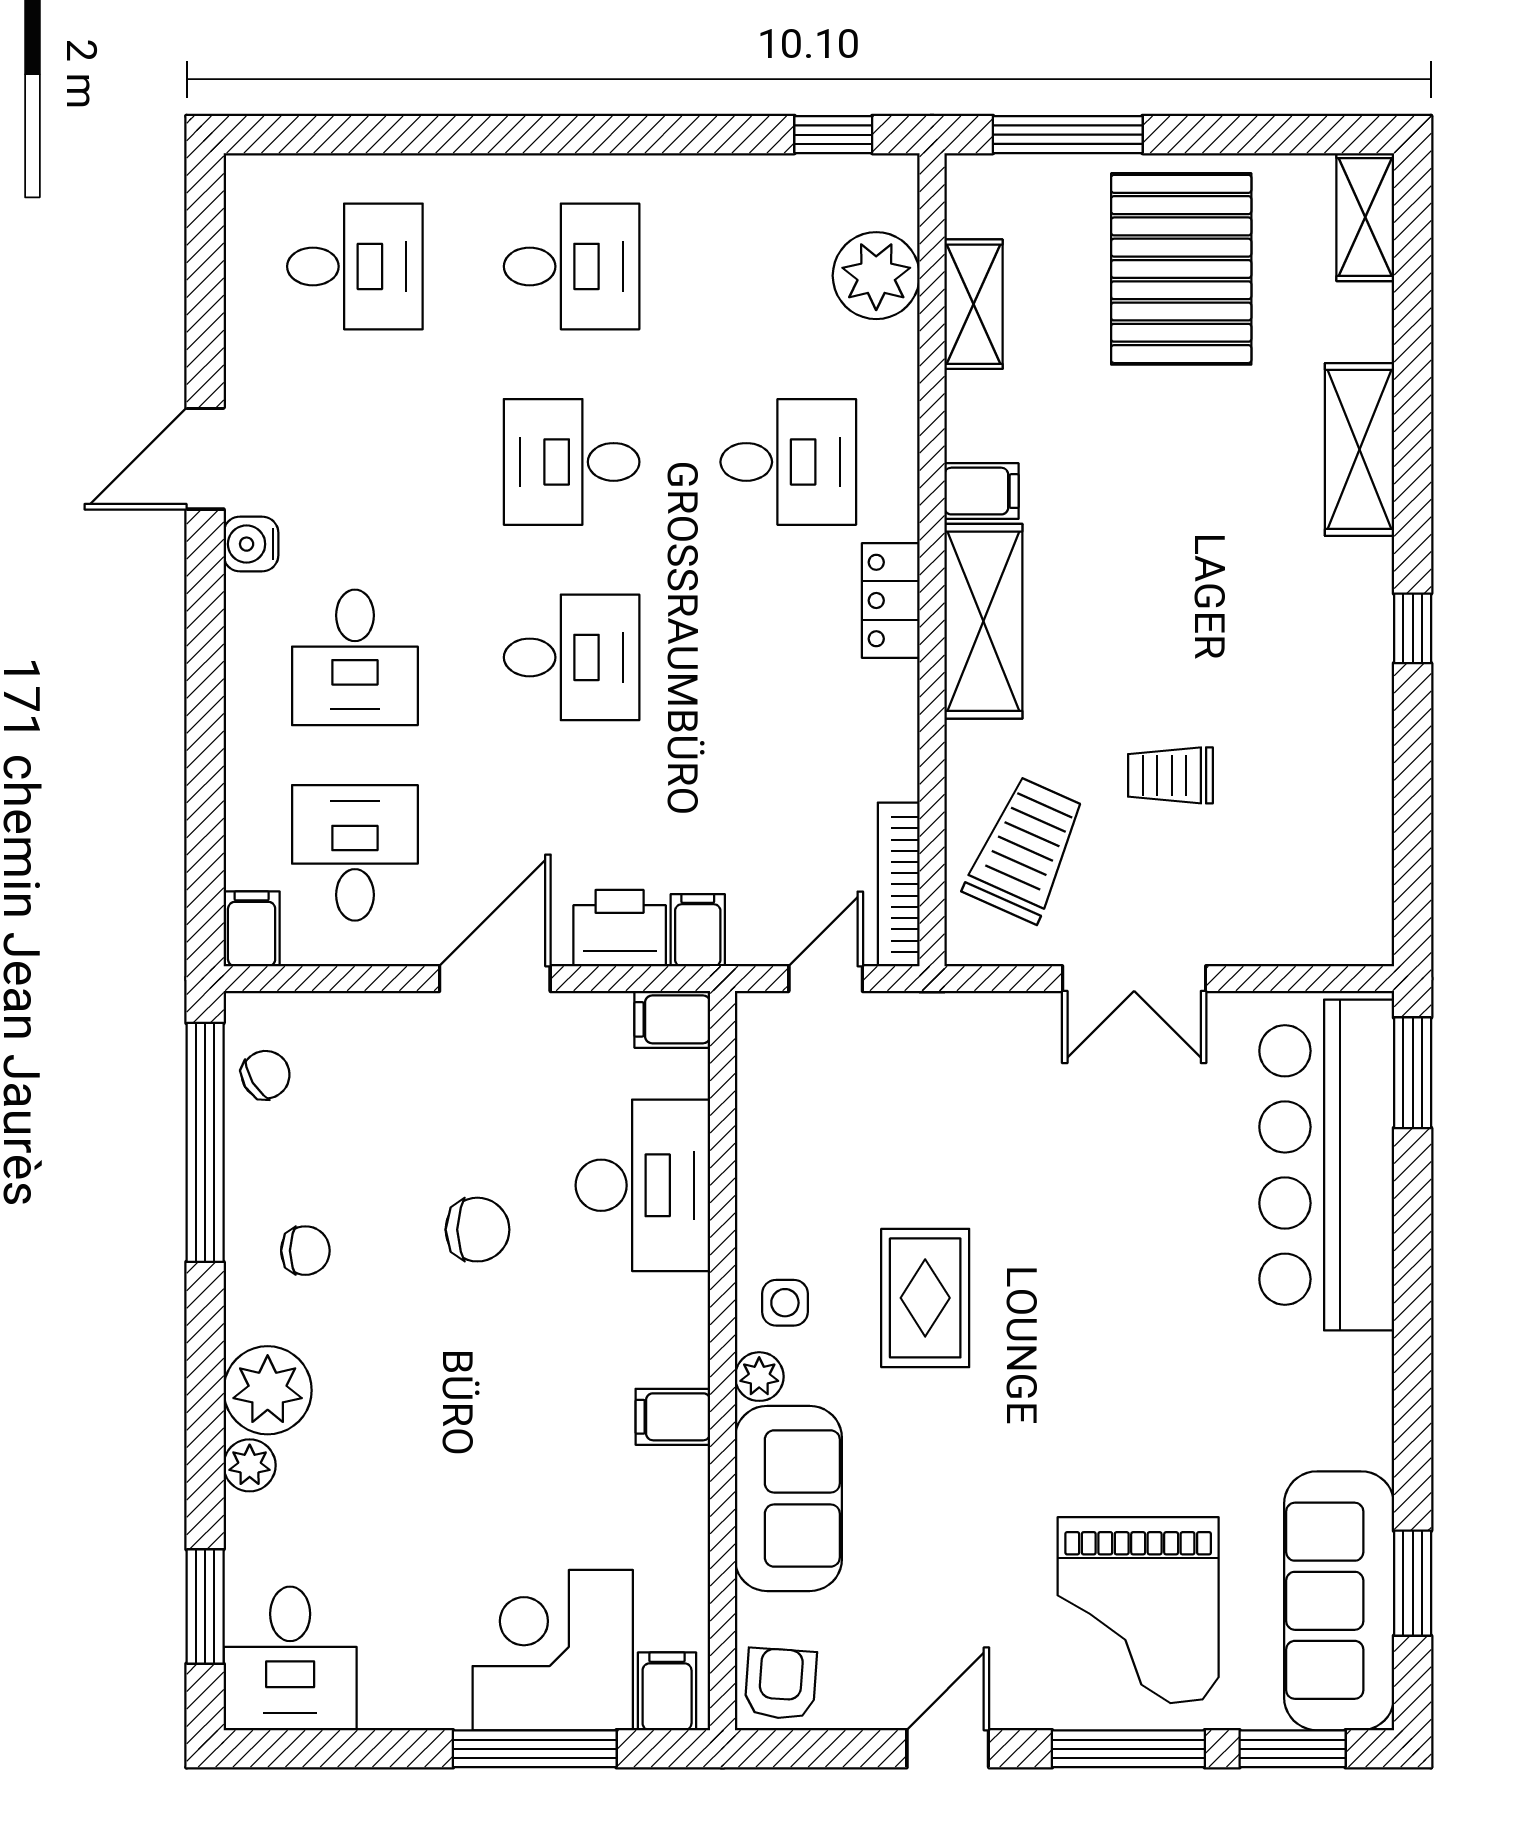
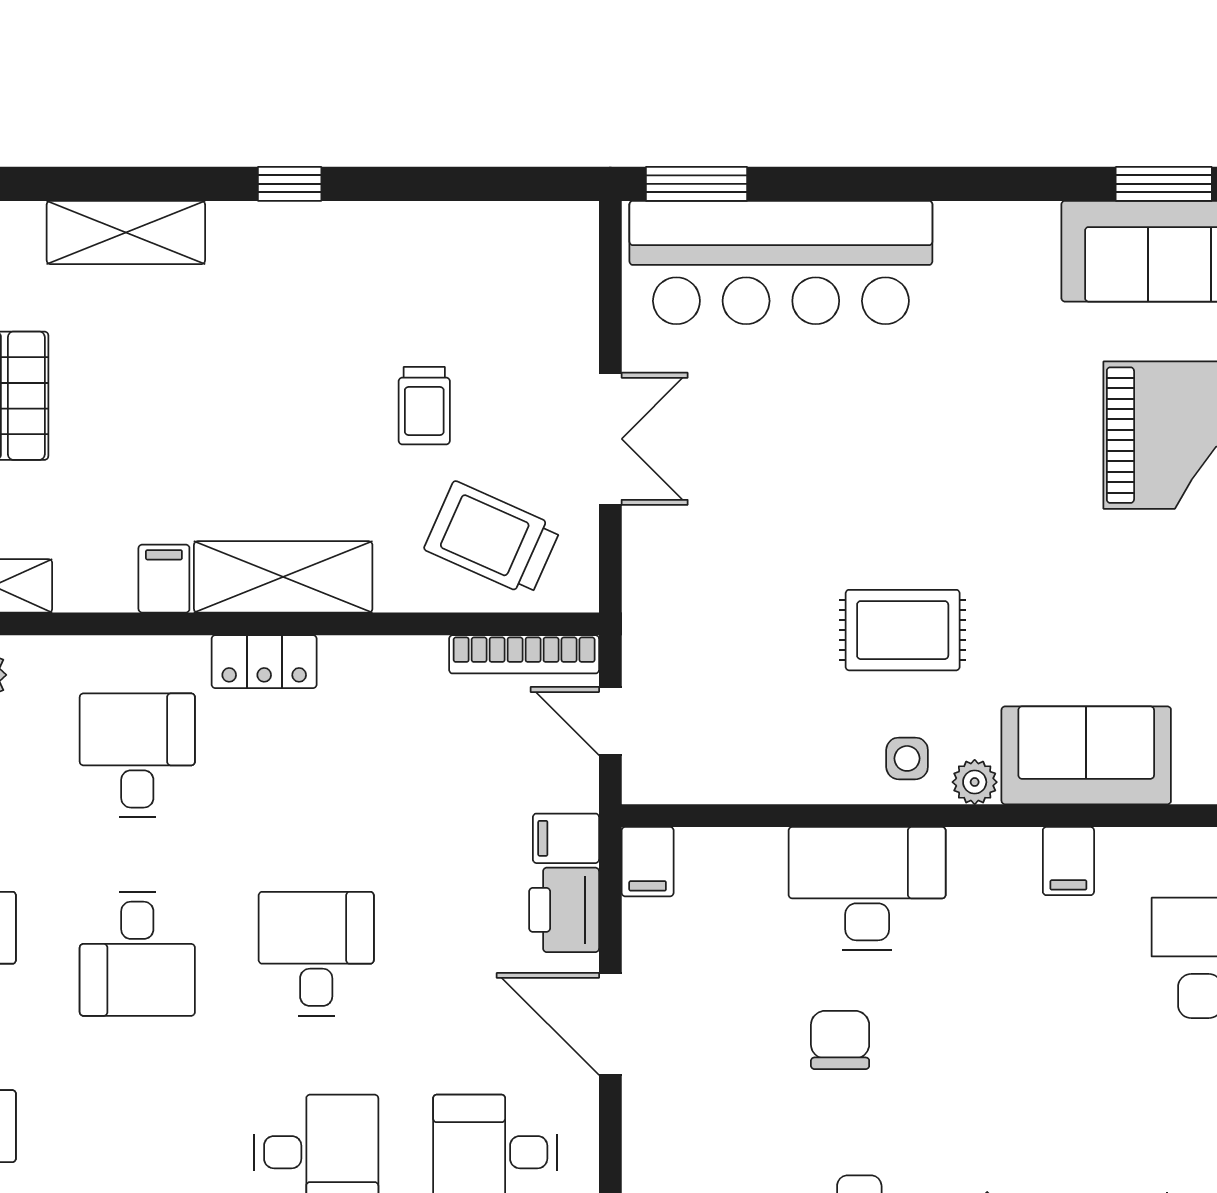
desk: (643, 1185) -> (867, 889), moved
filing cabinet: (673, 1417) -> (1068, 861), moved

